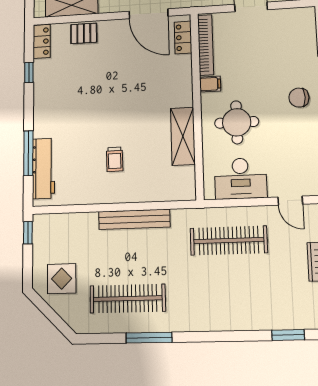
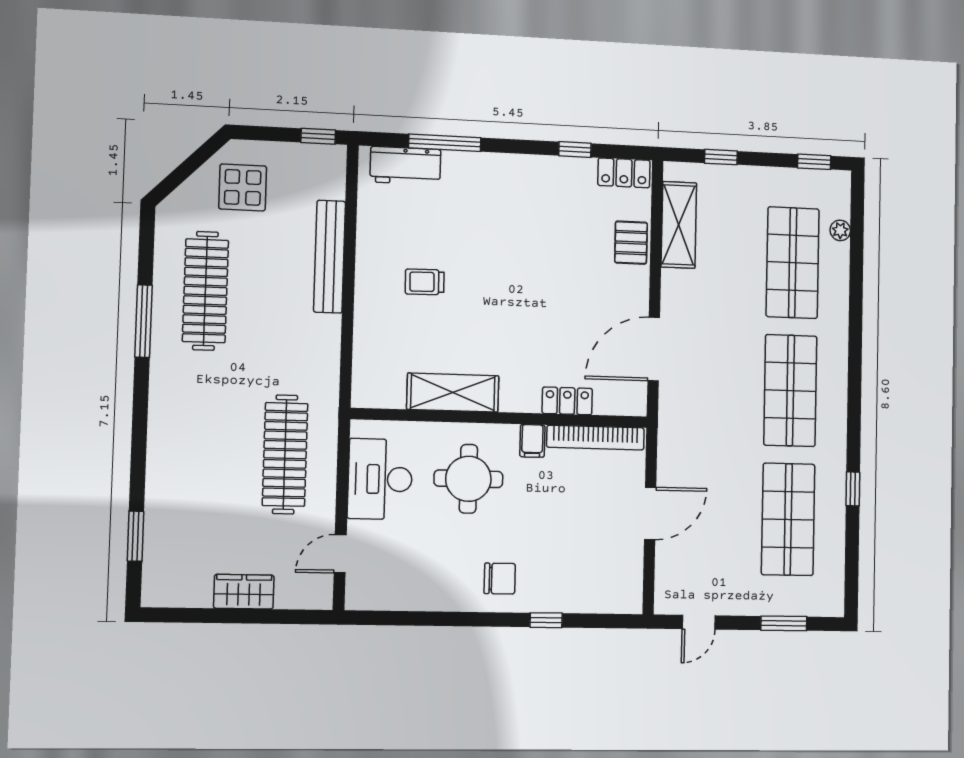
locker: (183, 37) -> (567, 401), moved
chair: (299, 98) -> (500, 579), turned 90
workbench: (44, 168) -> (405, 166), width x0.73
bench: (134, 219) -> (330, 257), moved

